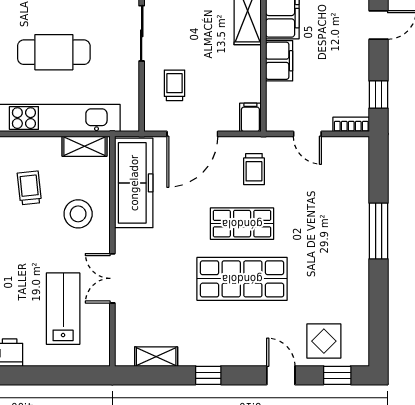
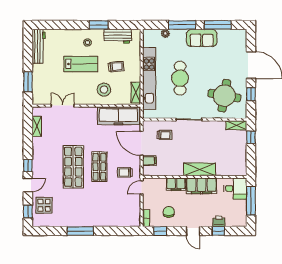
chair: (338, 76) -> (169, 212), added
filing cabinet: (250, 117) -> (149, 161), moved
door: (307, 134) -> (142, 187), moved
window: (379, 231) -> (80, 231), moved
double door: (112, 278) -> (63, 106), moved
lab bench: (63, 309) -> (81, 64), moved
window: (62, 375) -> (28, 82), added
window: (208, 375) -> (28, 166), moved

